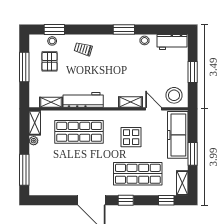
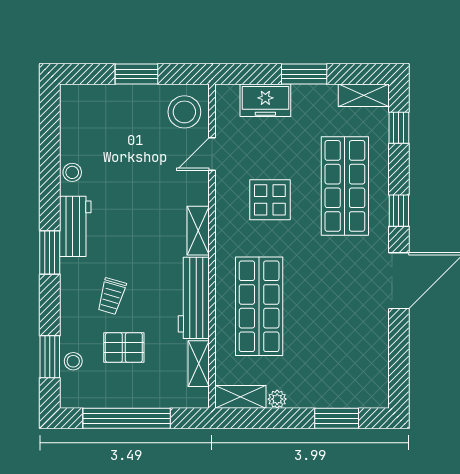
window: (124, 29) -> (50, 252), moved
workbench: (172, 42) -> (75, 226), moved
trolley: (83, 49) -> (112, 296), moved
pallet: (50, 61) -> (124, 348), moved
window: (24, 67) -> (127, 418), width x1.46
shelving: (130, 102) -> (198, 231), moved
freezer: (178, 135) -> (265, 100), width x0.52, depth x0.79
window: (24, 170) -> (337, 418), width x0.69

